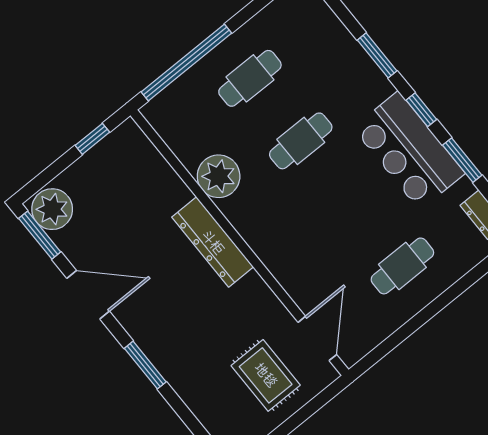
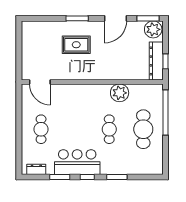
cafe table: (250, 78) -> (143, 129), width x1.37, depth x1.35
dresser: (213, 242) -> (156, 61), moved, turned -90
rug: (266, 375) -> (76, 45), moved

